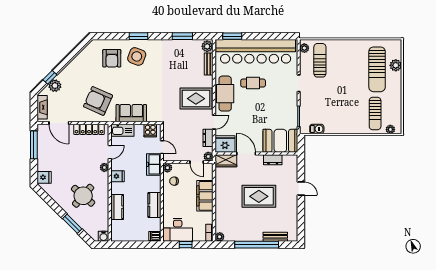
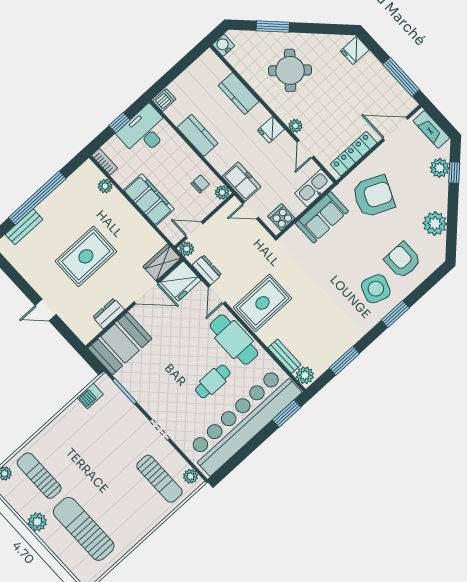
plant: (81, 62) -> (435, 224), added
plant: (396, 65) -> (37, 522), moved
plant: (220, 237) -> (105, 186), moved

